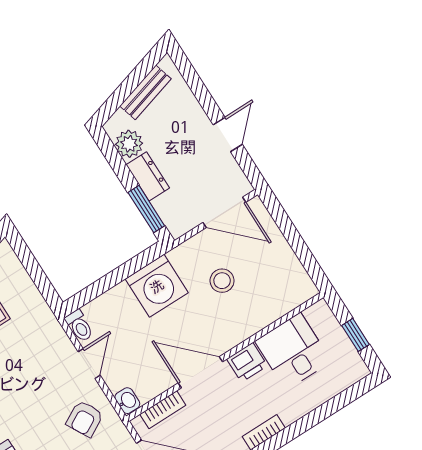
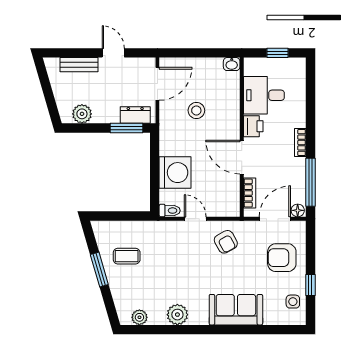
bench: (145, 92) -> (79, 65), moved, turned -74
dresser: (148, 176) -> (135, 115), moved
washing machine: (157, 286) -> (175, 173), moved
door: (200, 372) -> (242, 157), hinge flipped
washbasin: (127, 401) -> (232, 64), moved, turned 180

